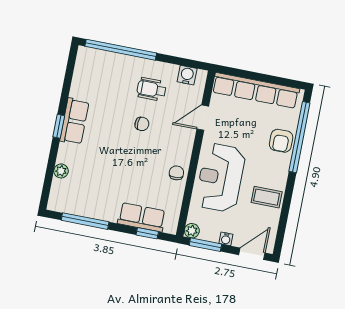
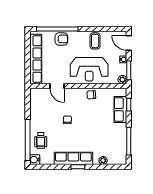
water cooler: (187, 75) -> (35, 160), moved
wheelchair: (151, 89) -> (41, 140), moved
row of seats: (74, 121) -> (73, 158), width x1.48

